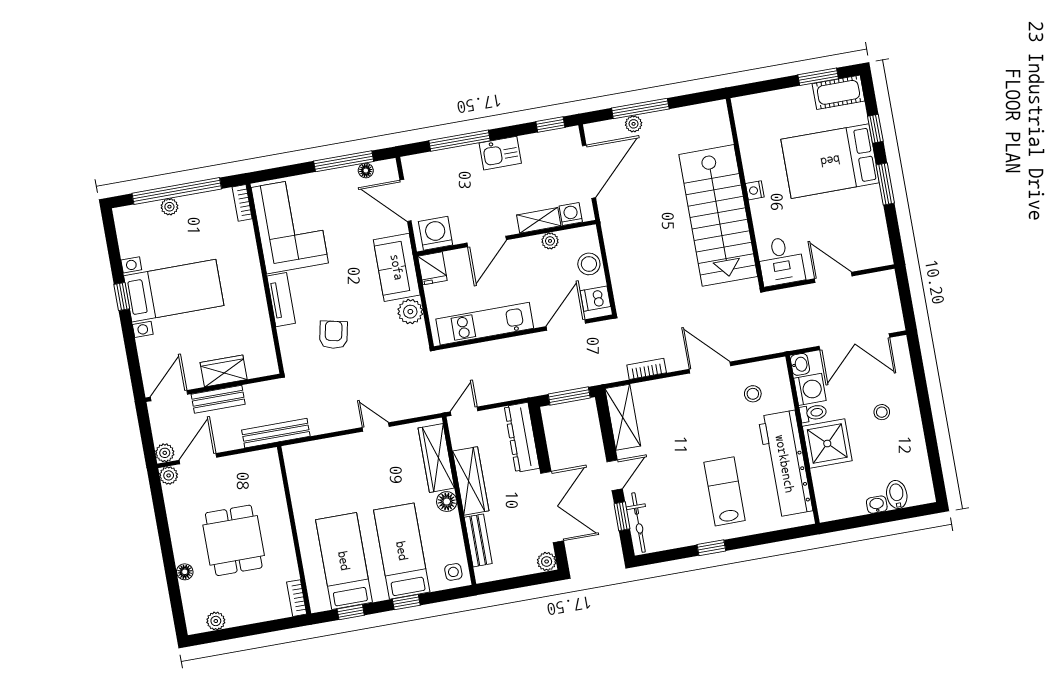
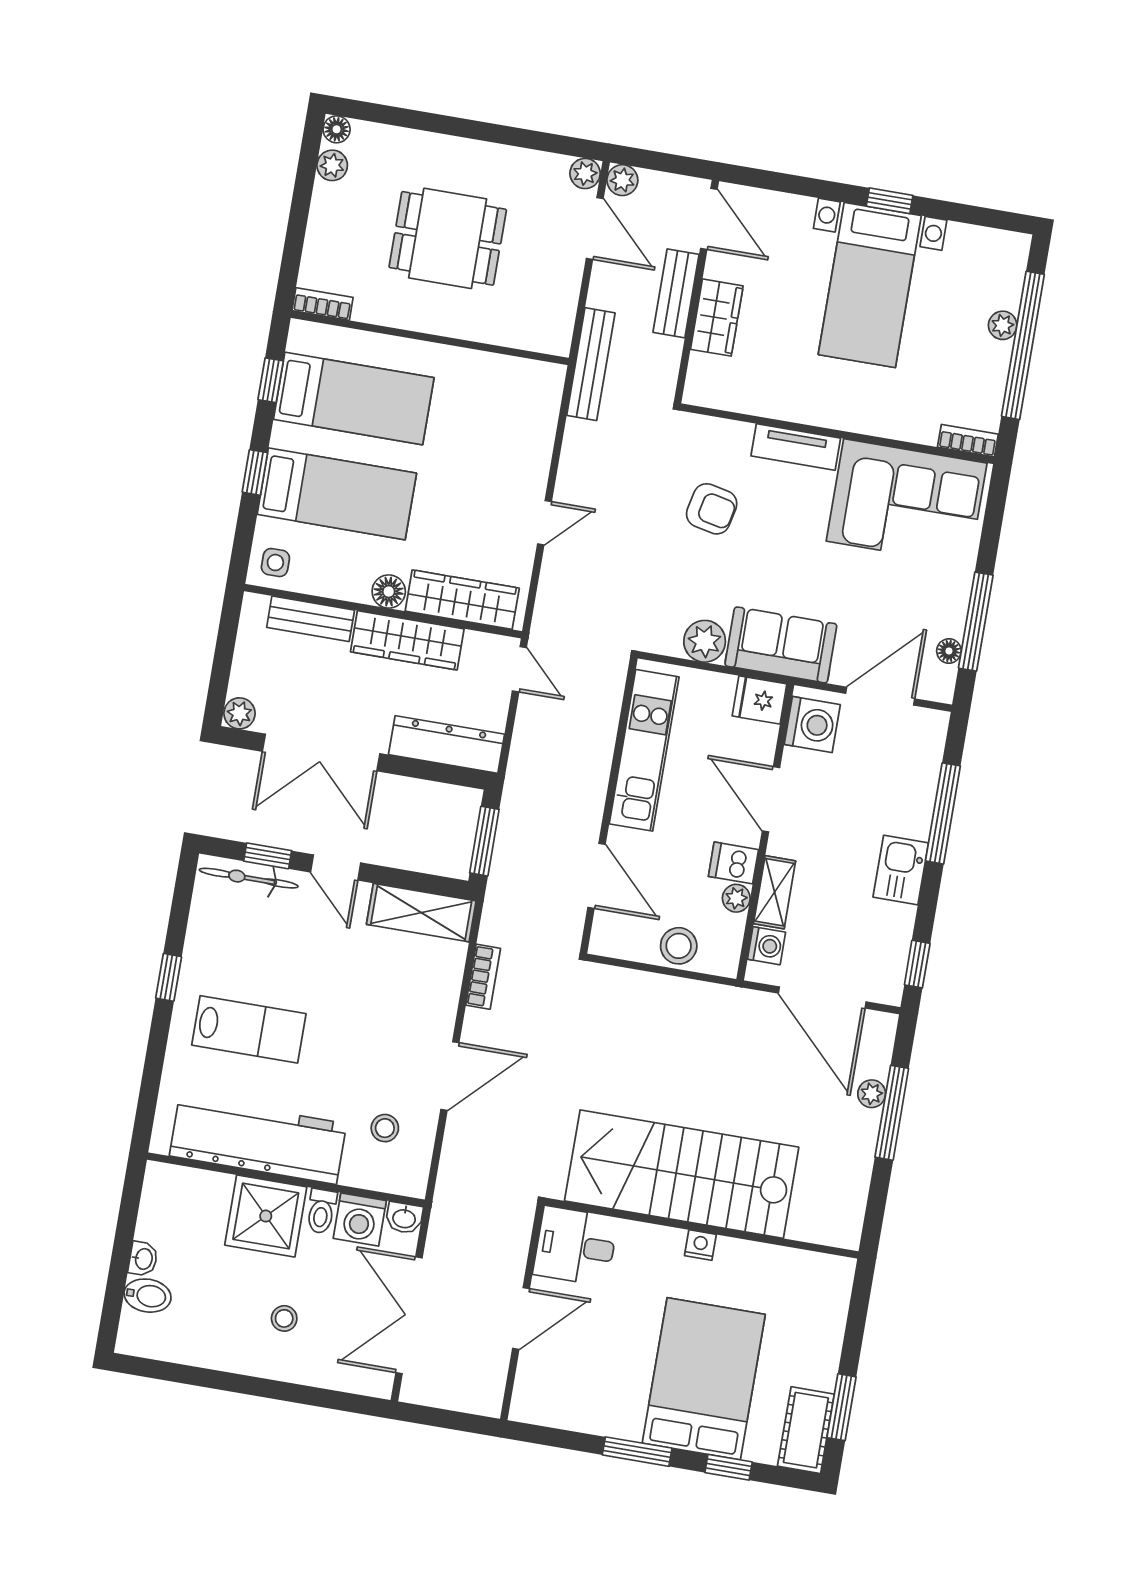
dishwasher: (595, 299) -> (733, 863), moved, turned -90
floor lamp: (185, 572) -> (337, 129), moved

